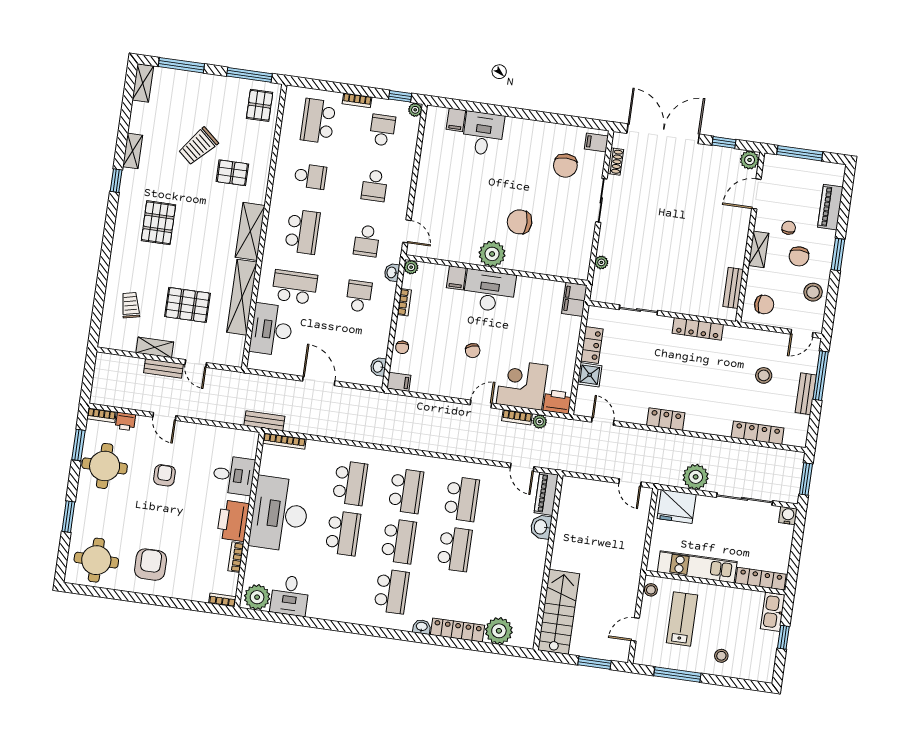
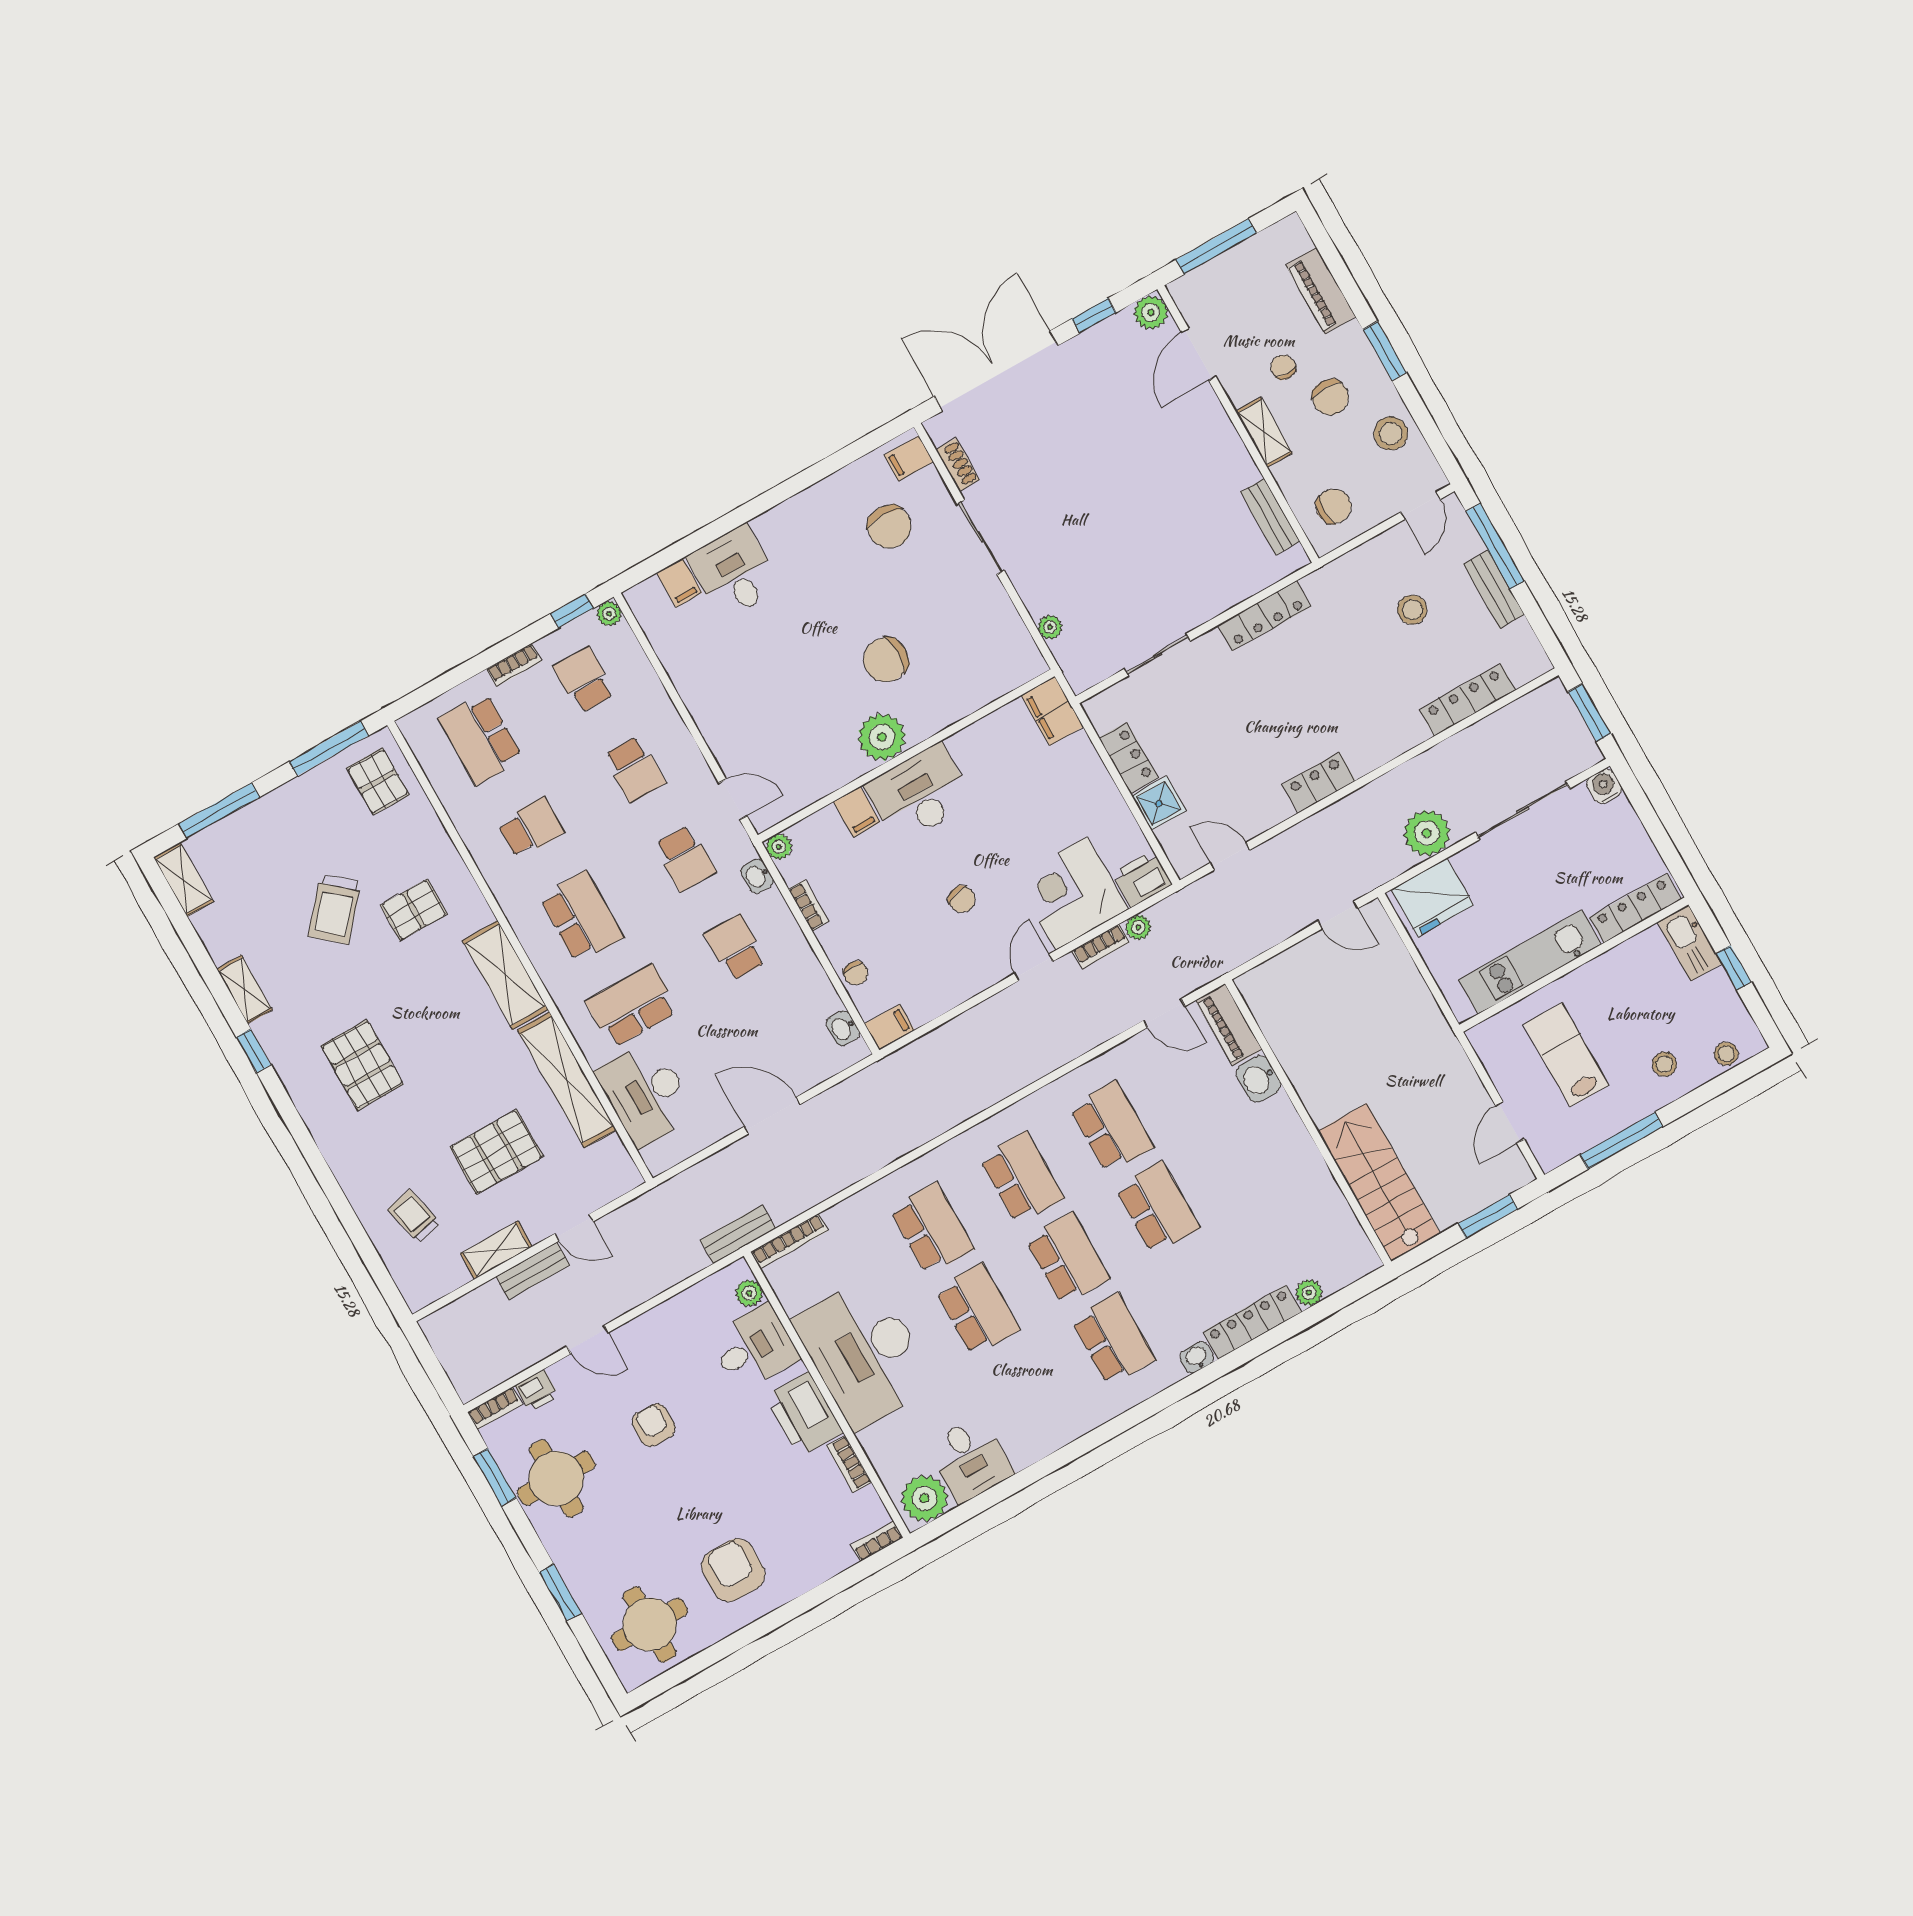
plant: (250, 450) -> (749, 1293), added
stool: (651, 590) -> (1726, 1054), moved
plant: (499, 631) -> (1309, 1293), width x0.53, depth x0.53

